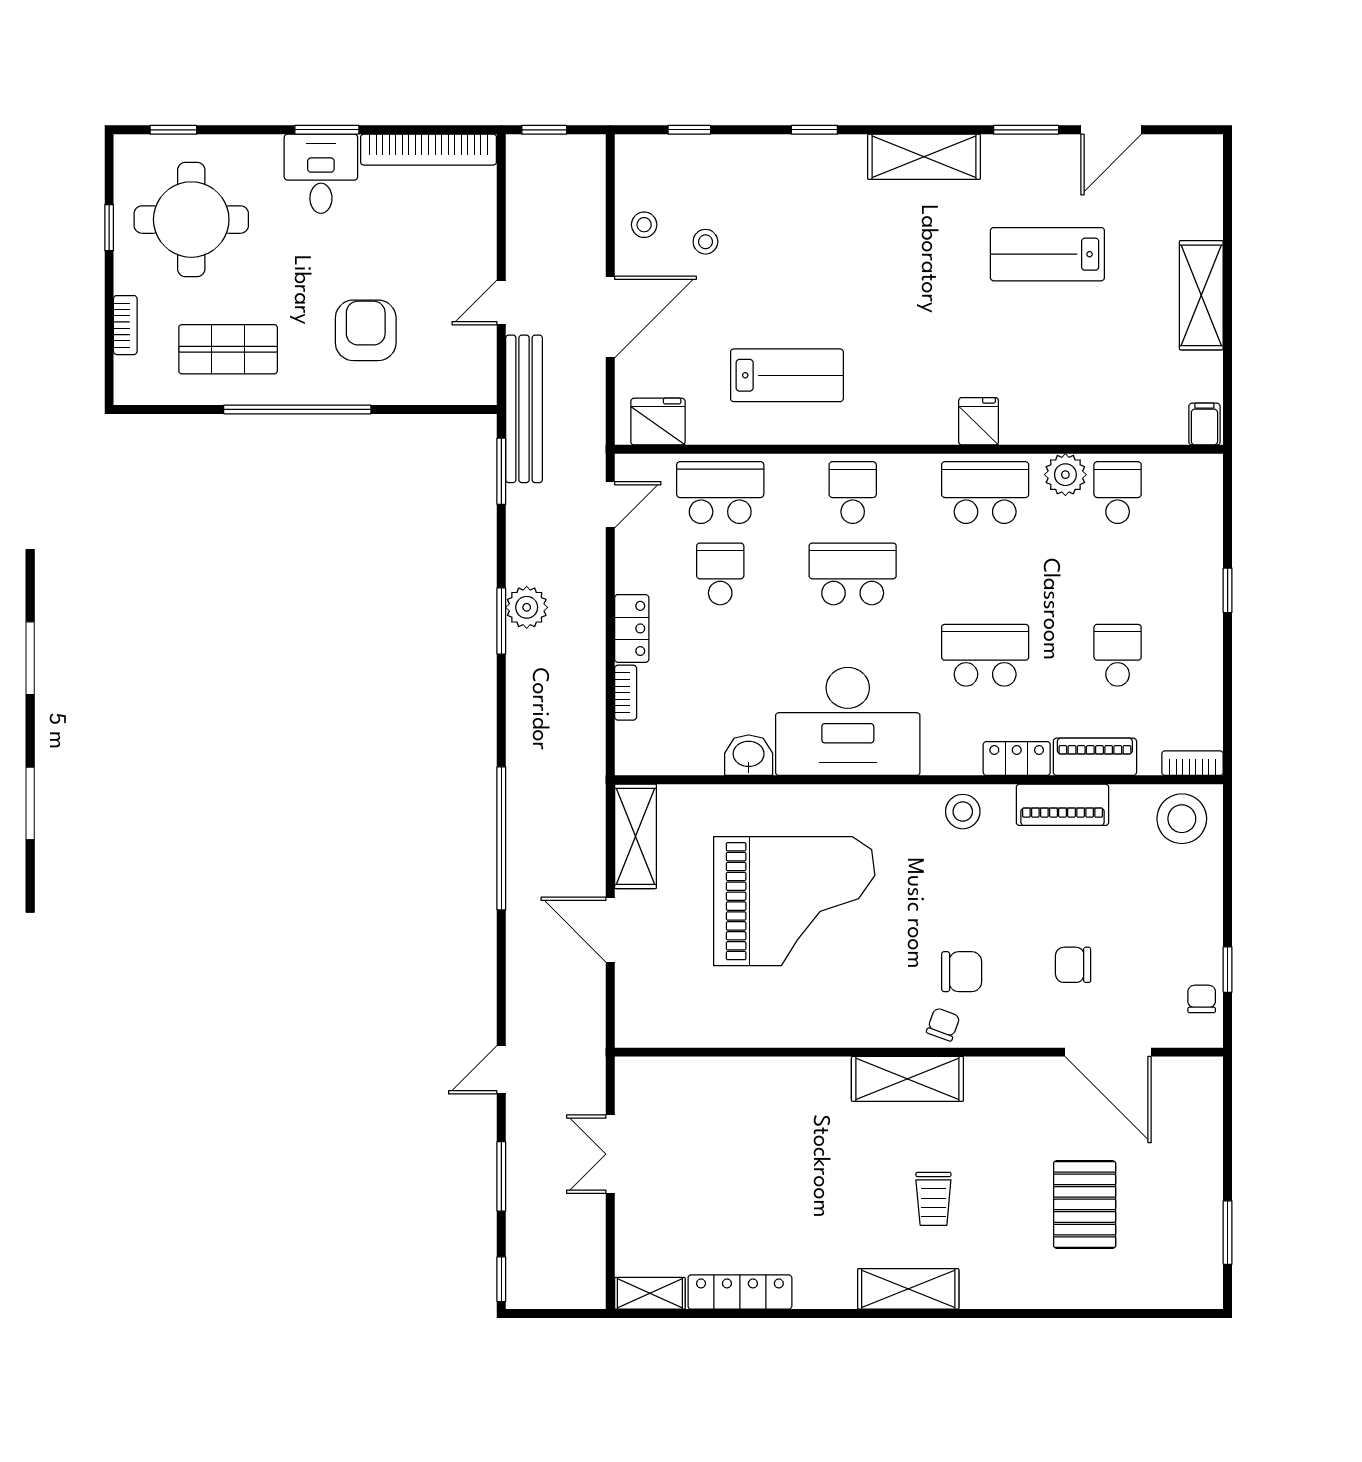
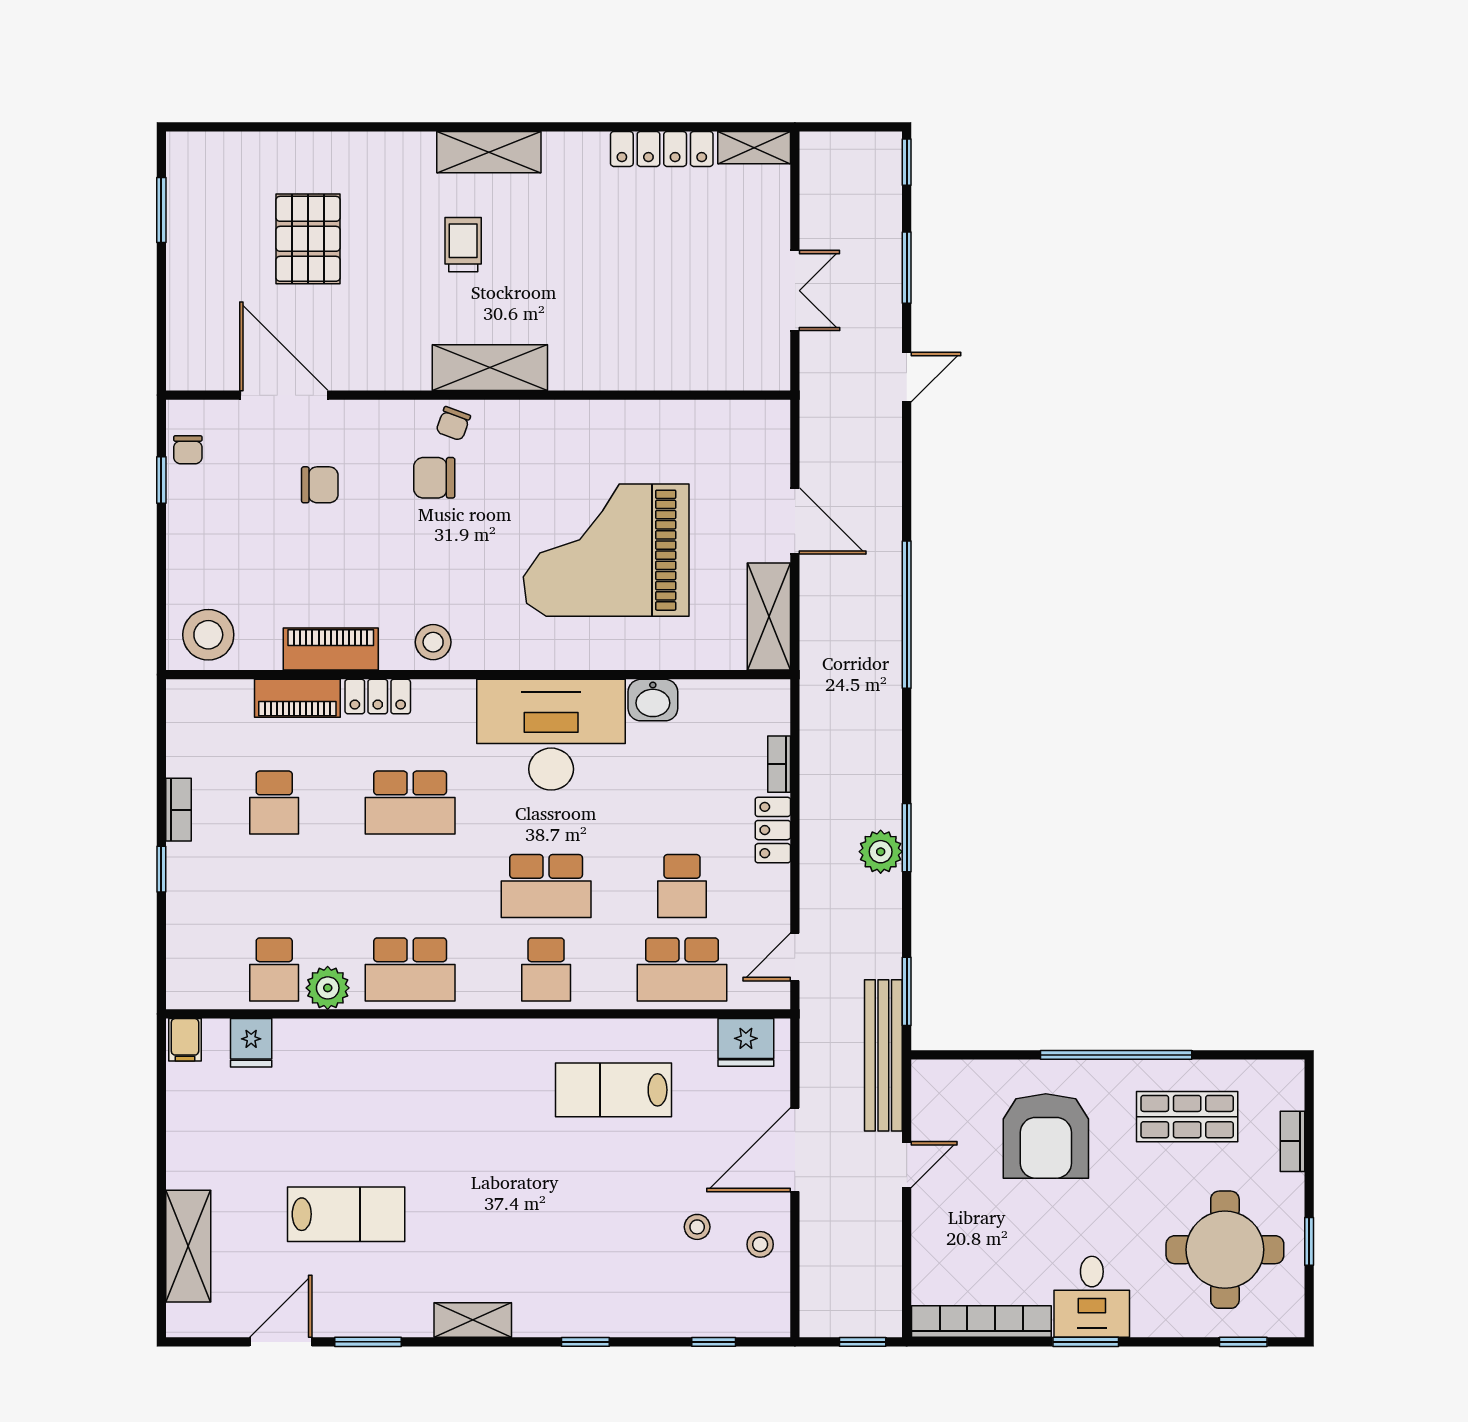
shelving: (924, 157) -> (473, 1320), width x0.67, depth x0.75
shelving: (1201, 295) -> (188, 1246), moved
armchair: (366, 330) -> (1046, 1136), width x1.36, depth x1.36
fridge: (979, 421) -> (251, 1043), moved
bookcase: (1192, 763) -> (178, 810), moved, turned -90

